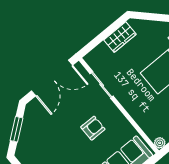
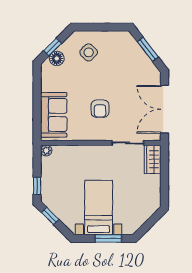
wardrobe: (120, 37) -> (153, 159), moved

